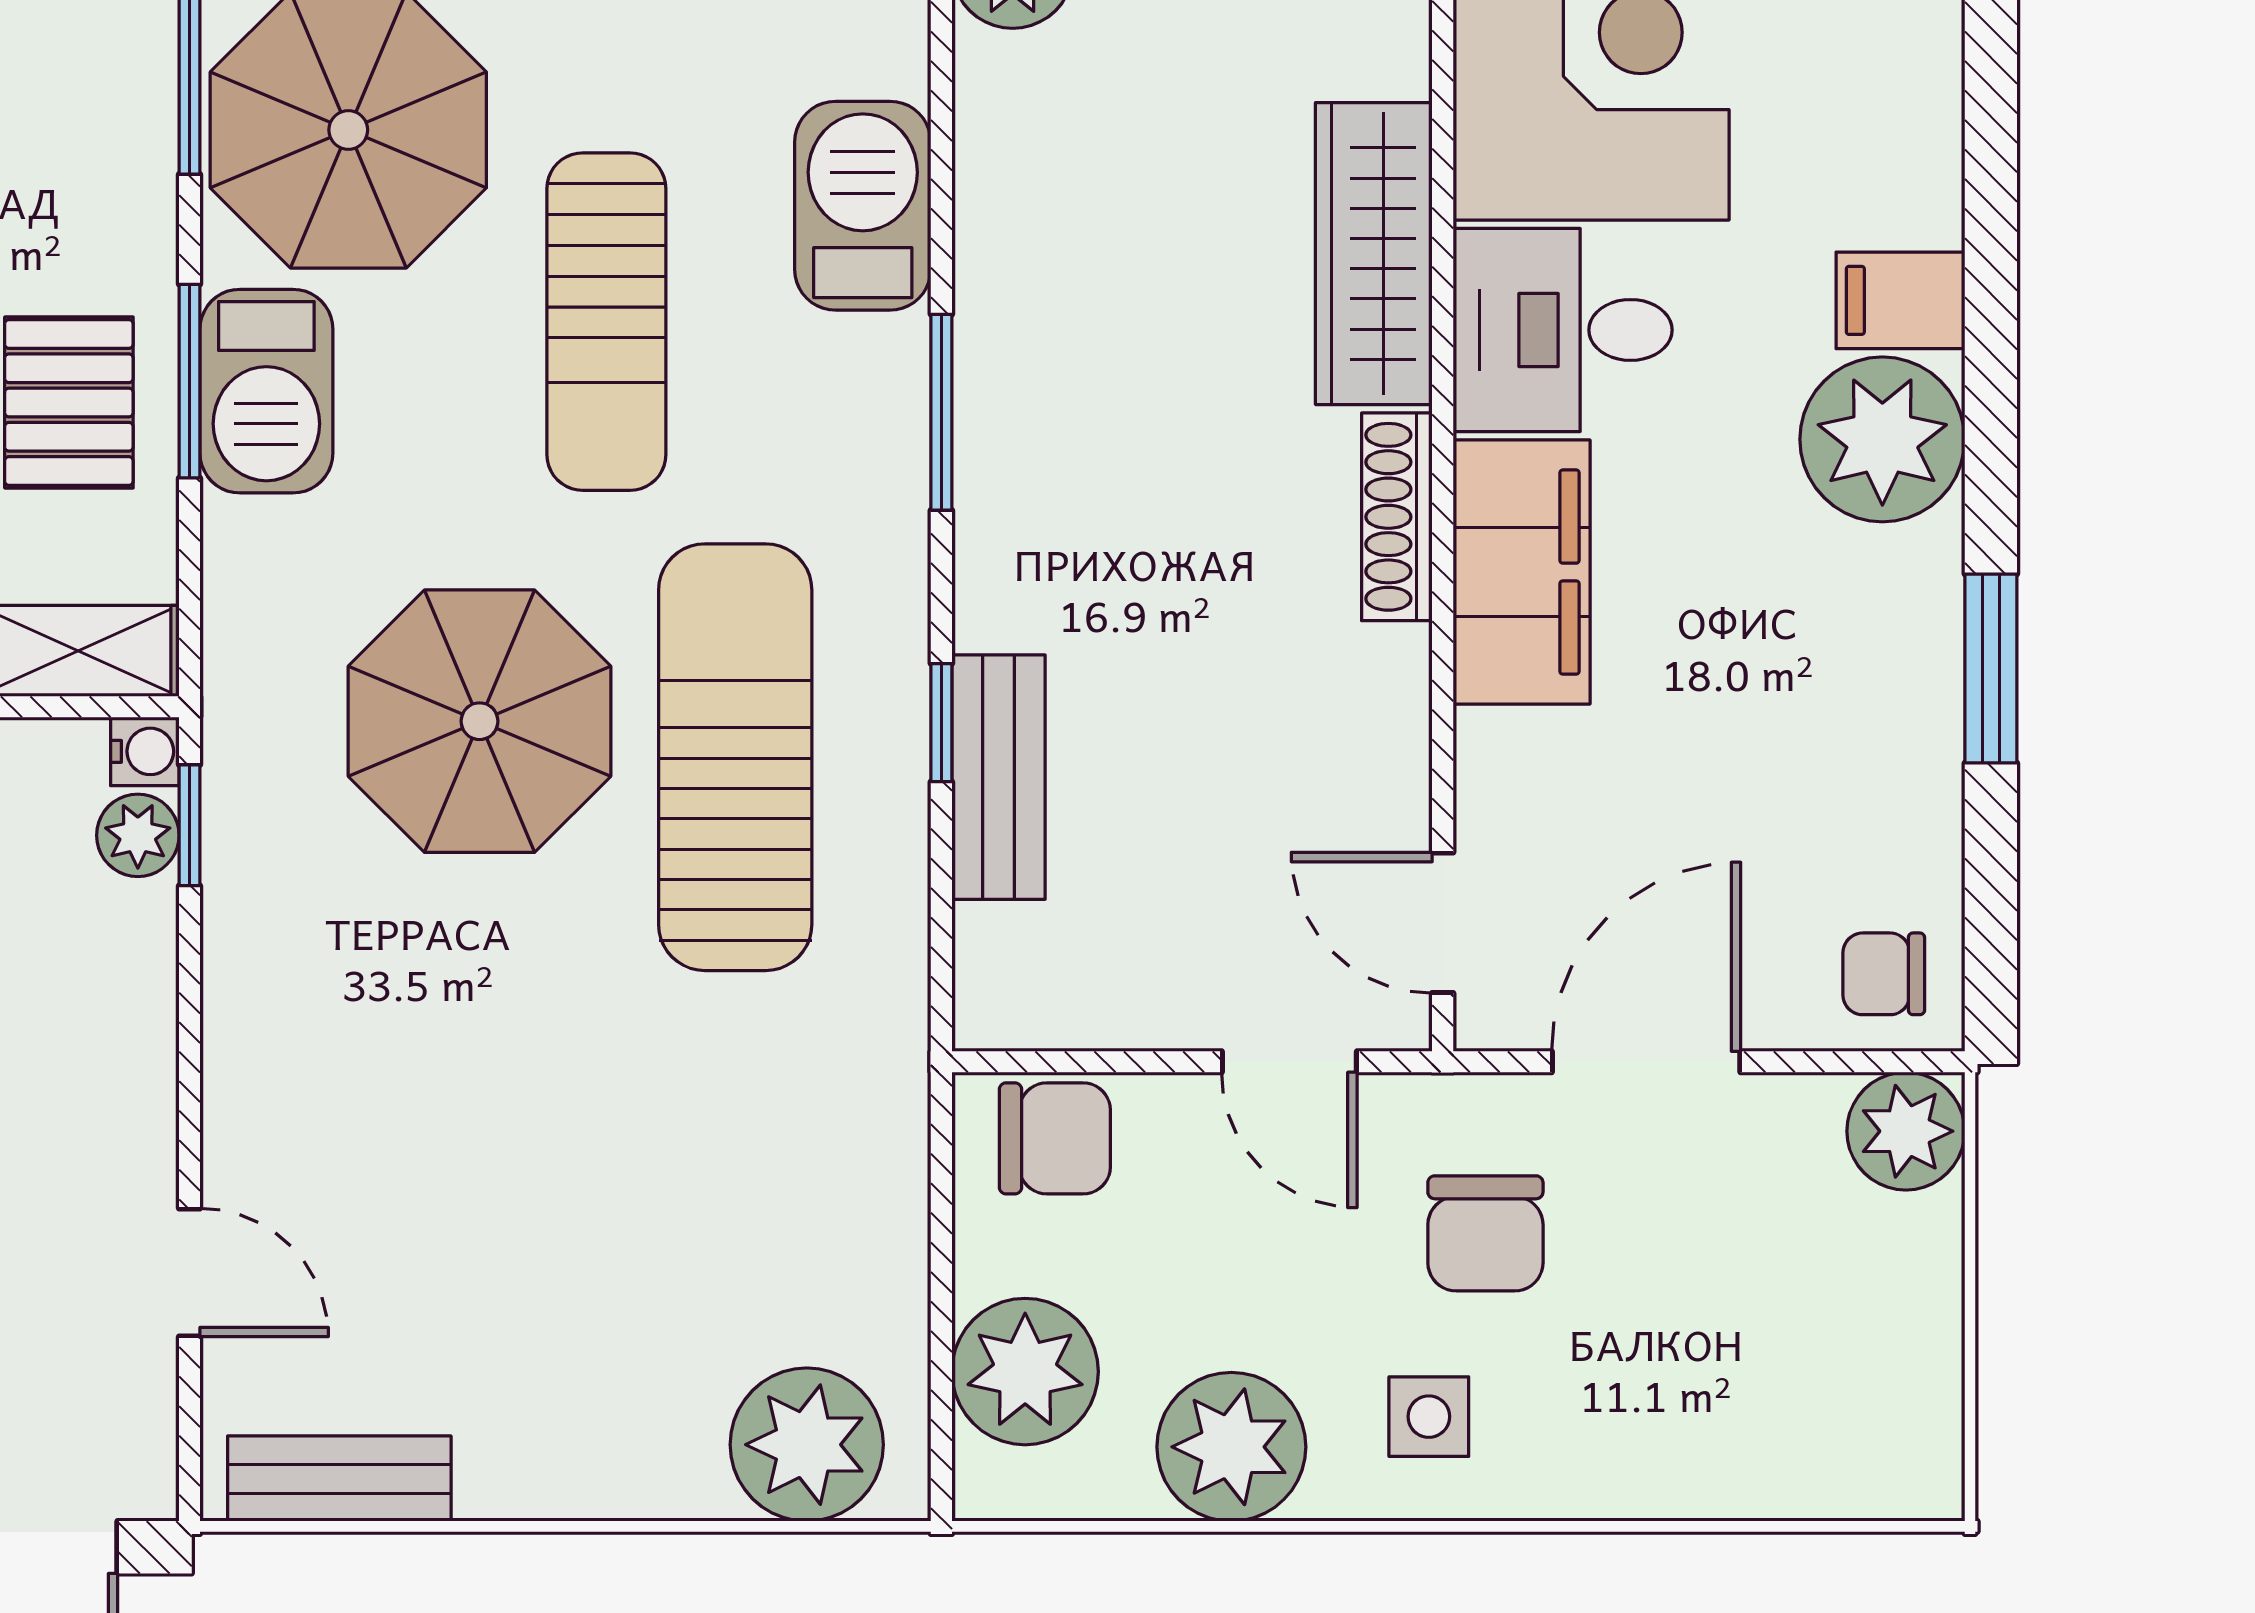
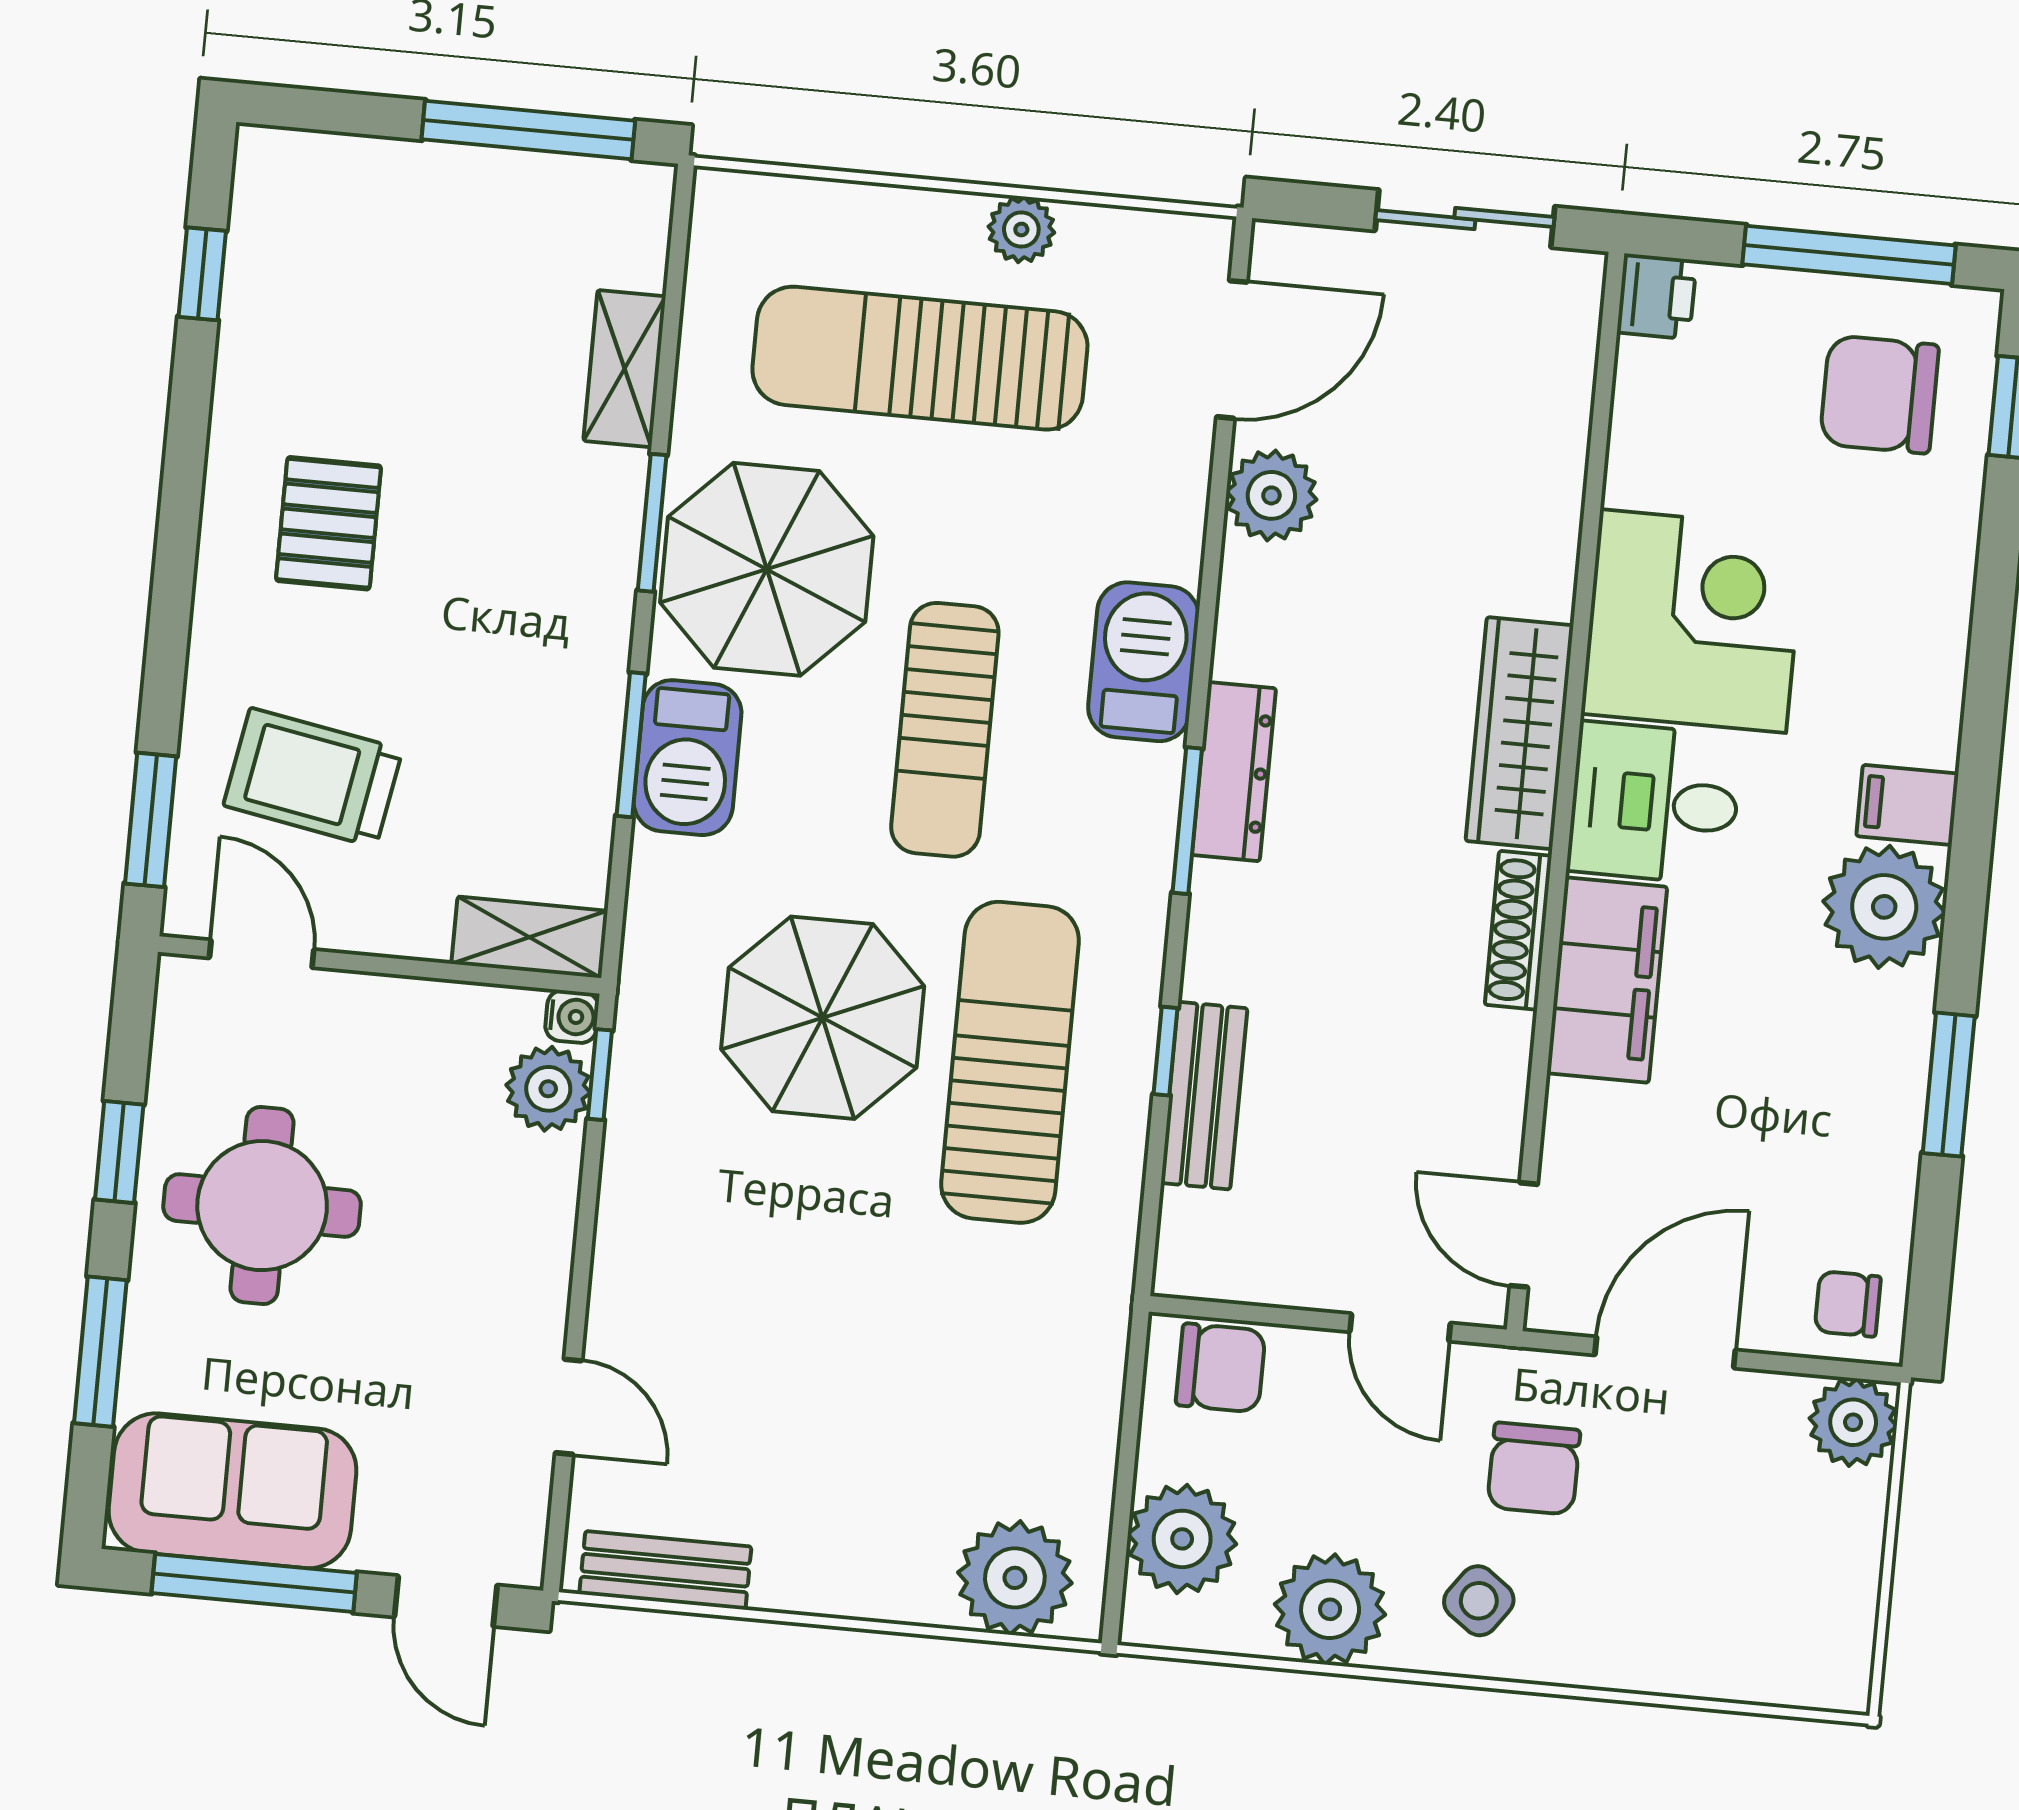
dresser: (997, 341) -> (1234, 772), added
pallet: (69, 402) -> (540, 752), removed
plant: (138, 835) -> (548, 1089), width x1.38, depth x1.38
side table: (1429, 1417) -> (1479, 1601), turned 36

